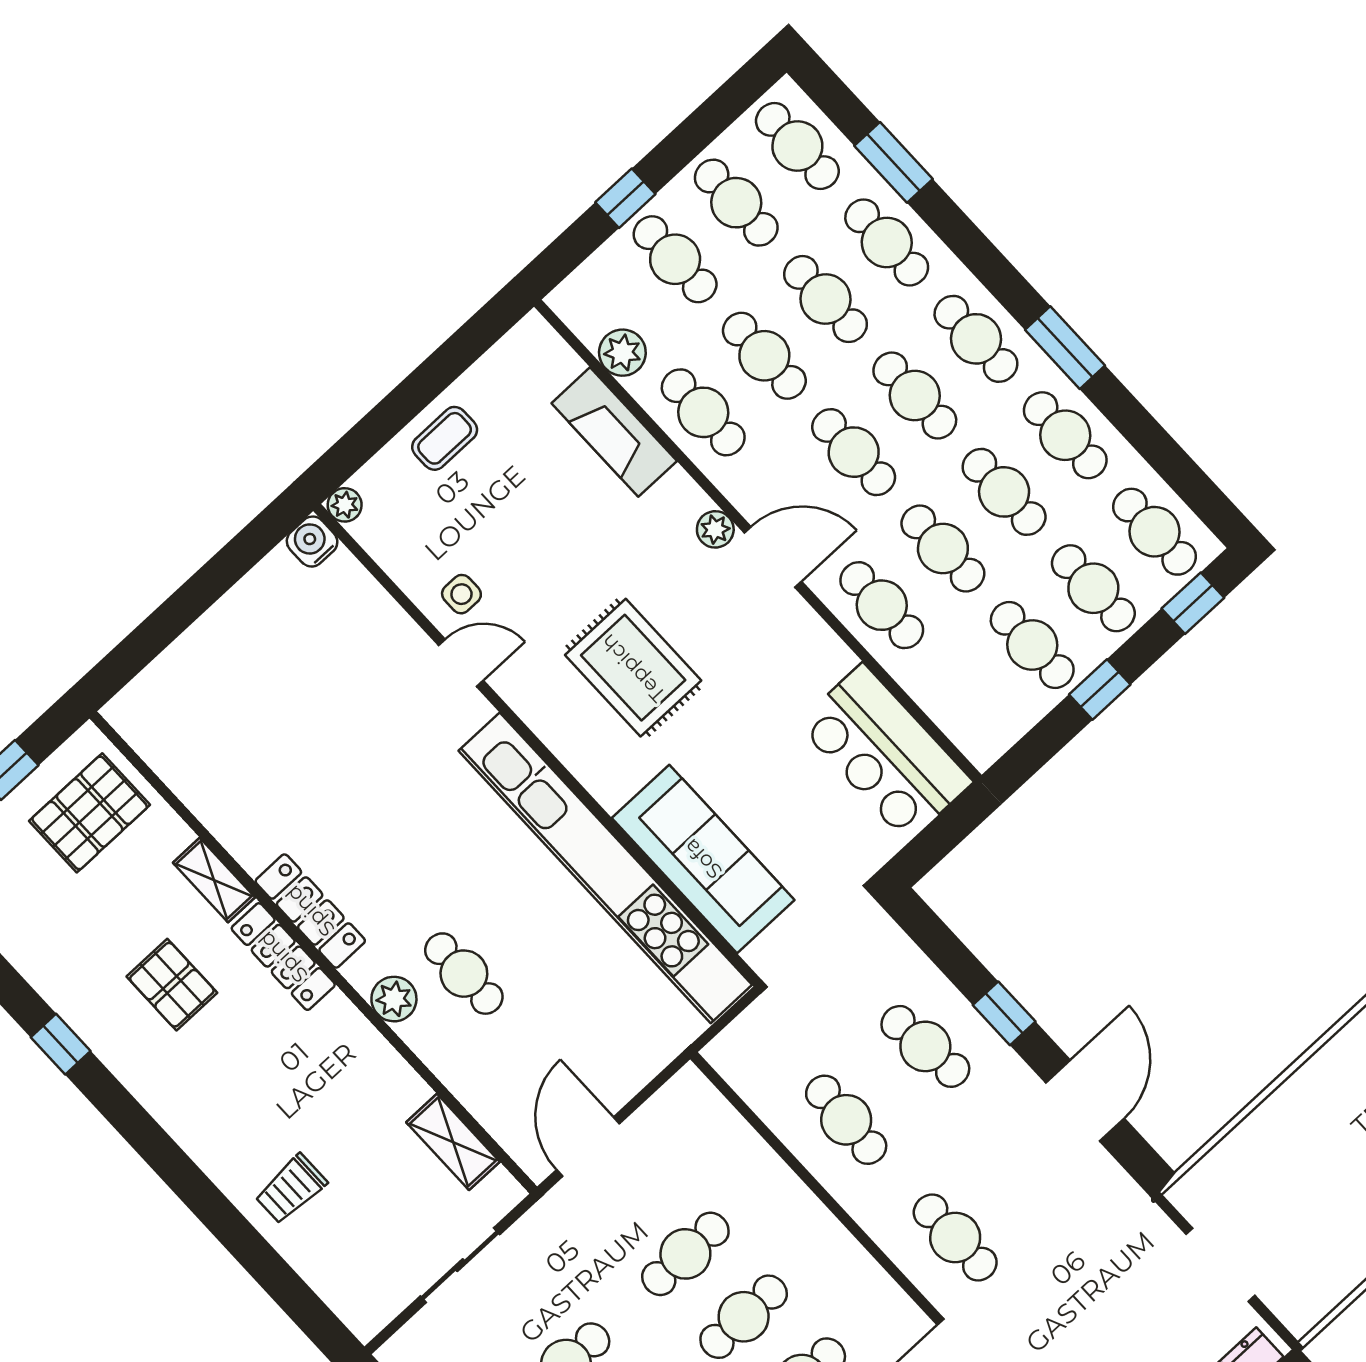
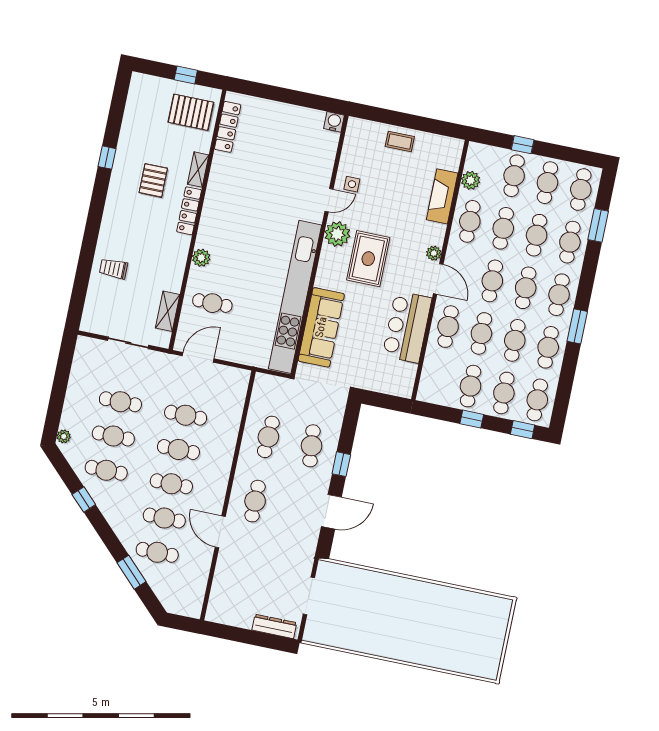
plant: (345, 505) -> (337, 234), moved, width x1.88, depth x1.88
door: (461, 663) -> (329, 200), hinge flipped
bar counter: (885, 753) -> (407, 327), moved
locker: (310, 911) -> (228, 127), moved
cafe table: (464, 974) -> (212, 303), moved, turned 90

